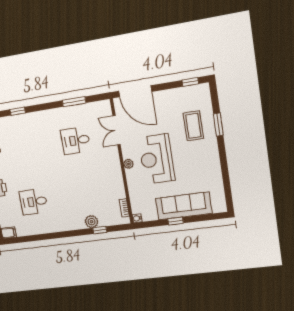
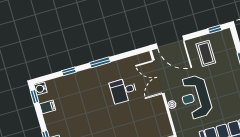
window: (74, 102) -> (100, 62), moved
coffee table: (193, 126) -> (206, 53), moved
double door: (116, 130) -> (158, 77), width x1.37

